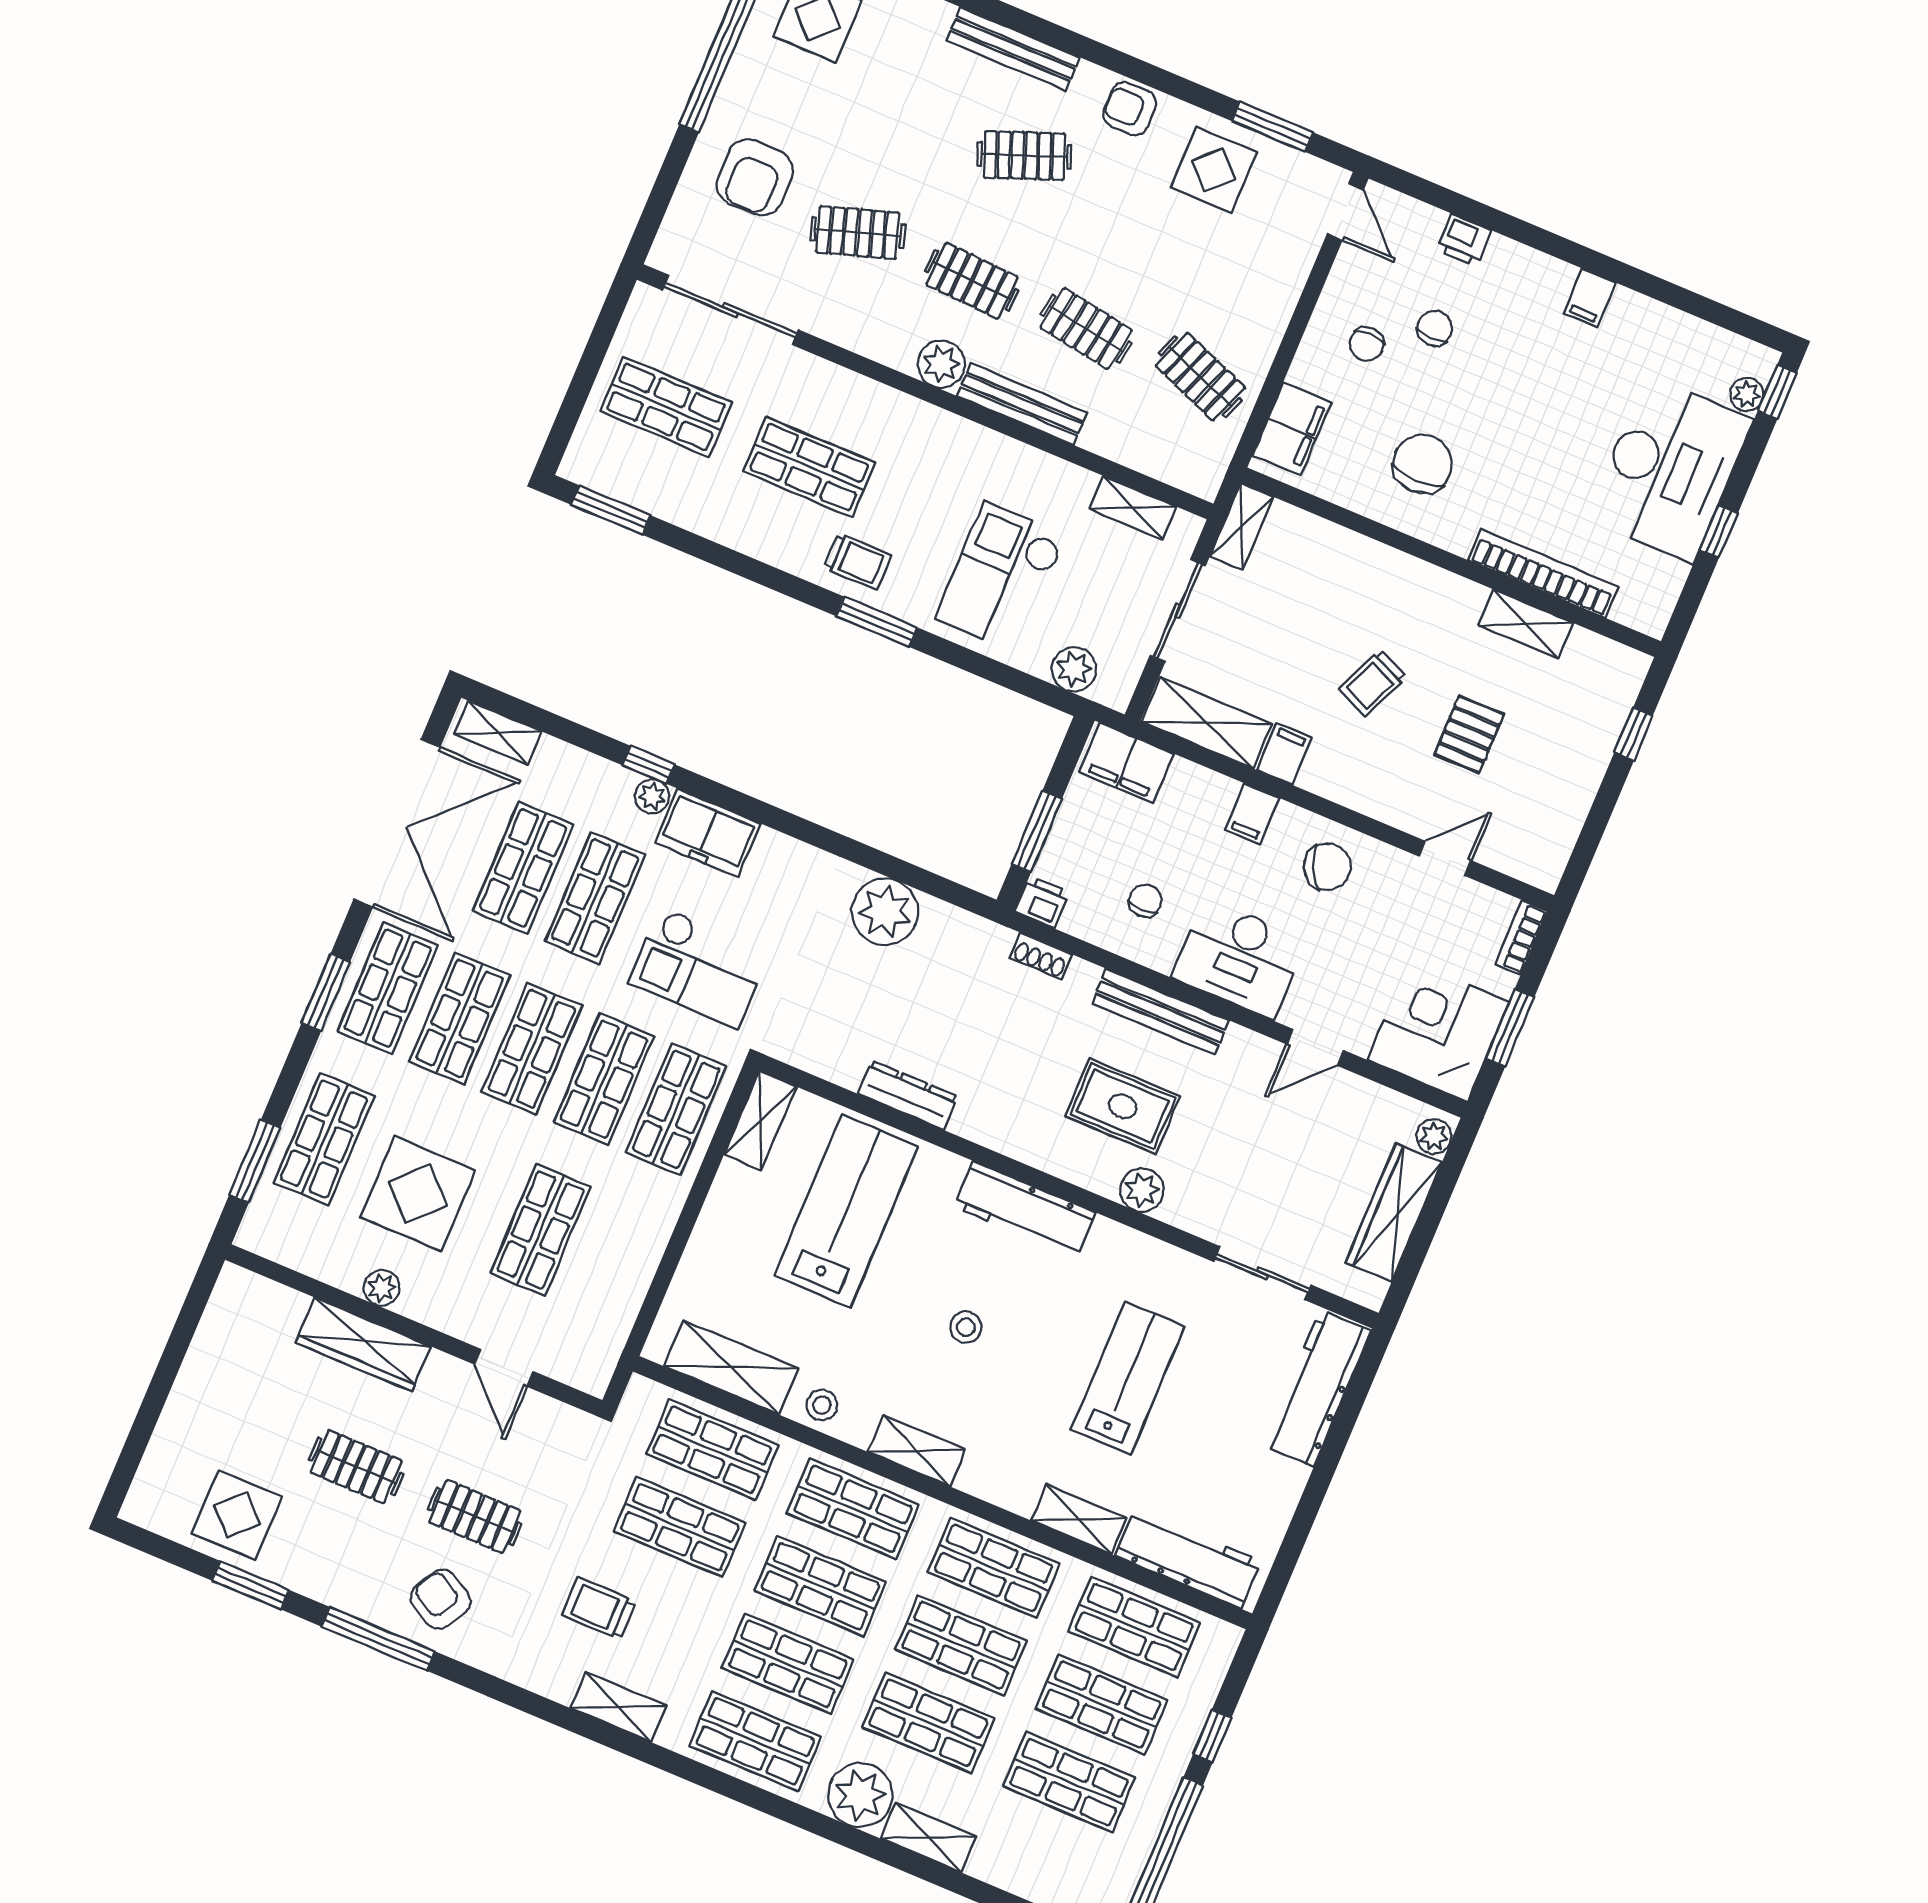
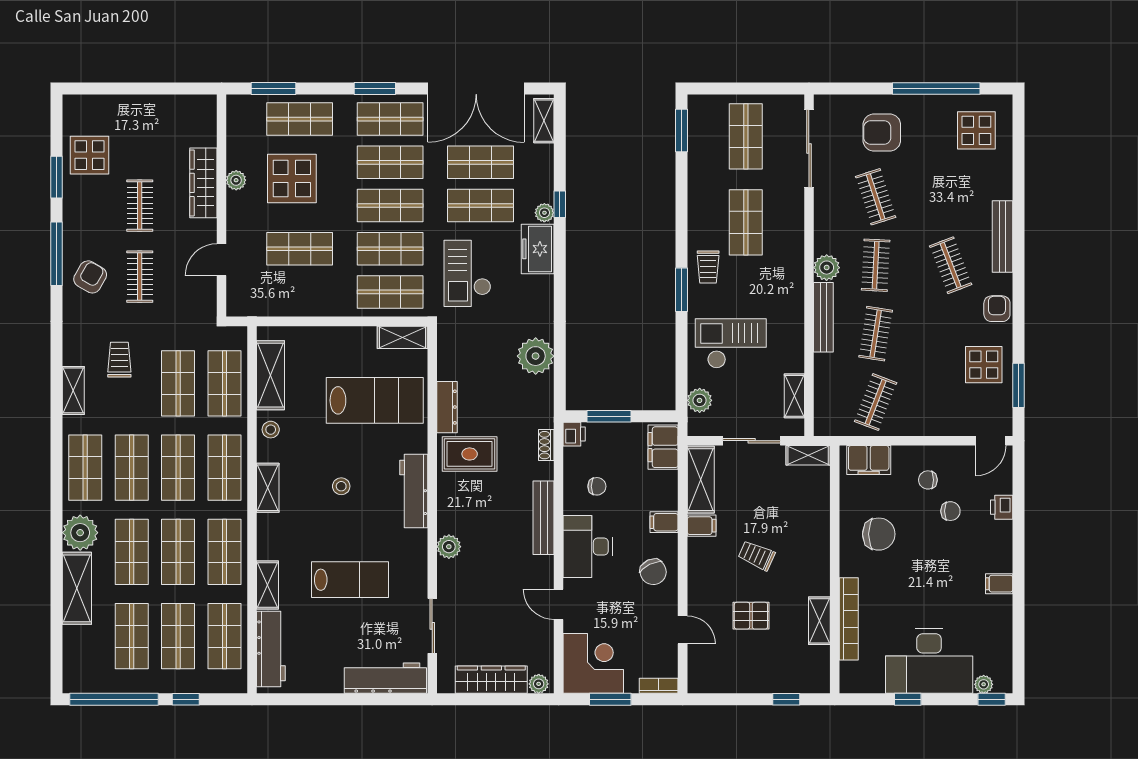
rug: (1123, 1106) -> (470, 454), moved, turned 90
shelving: (928, 1837) -> (77, 588), width x1.50, depth x1.33

